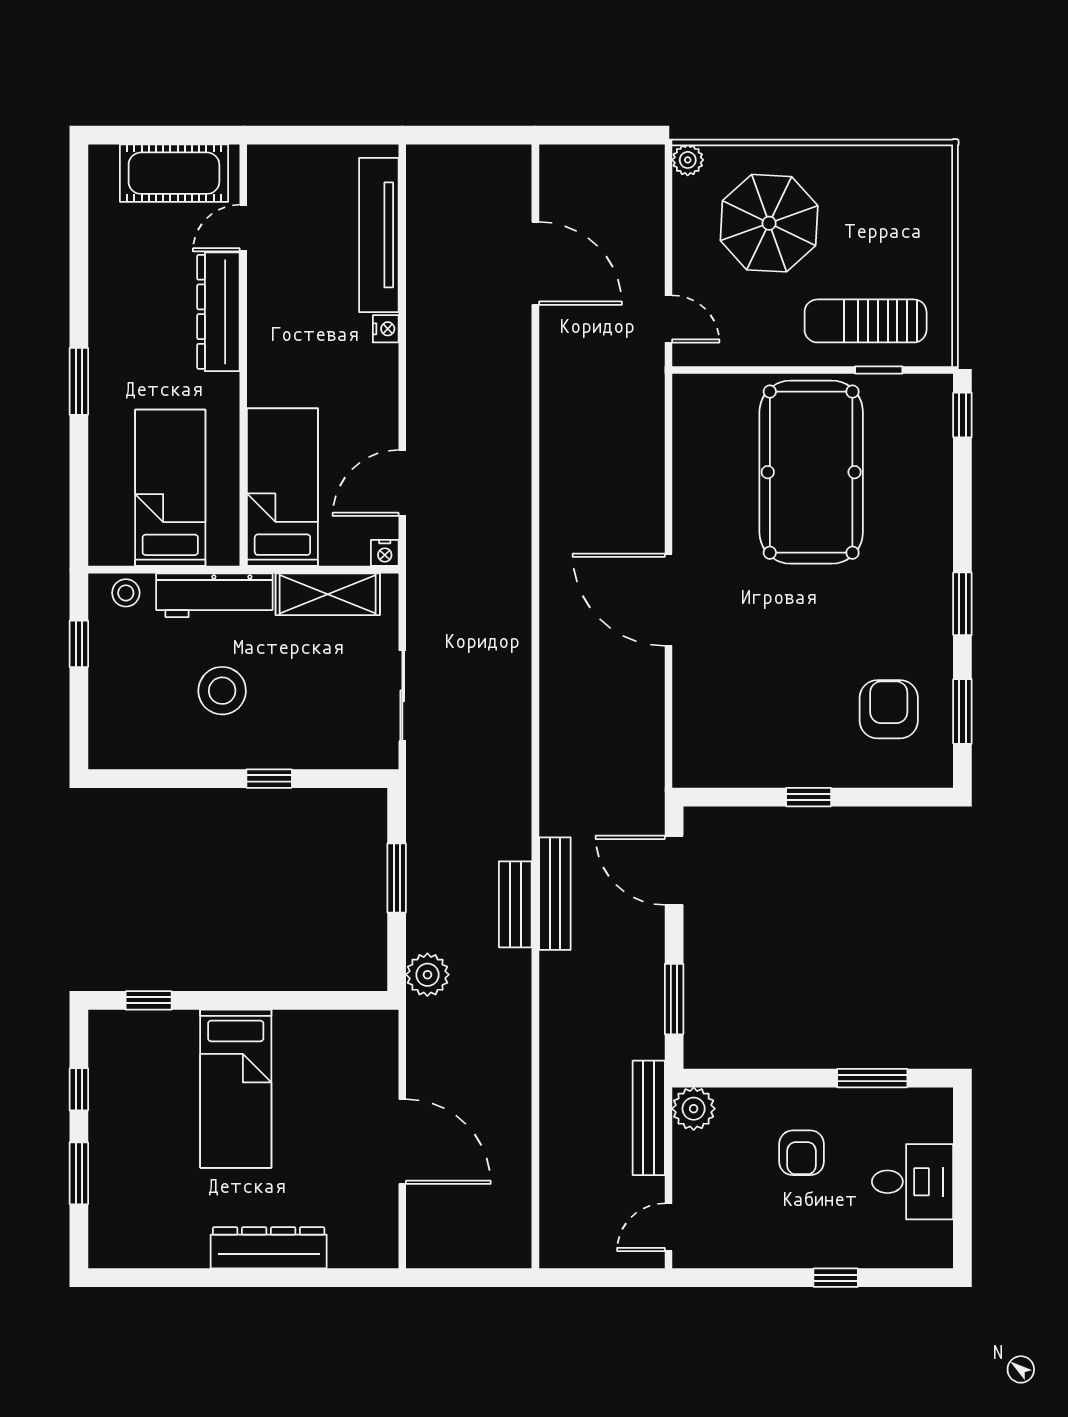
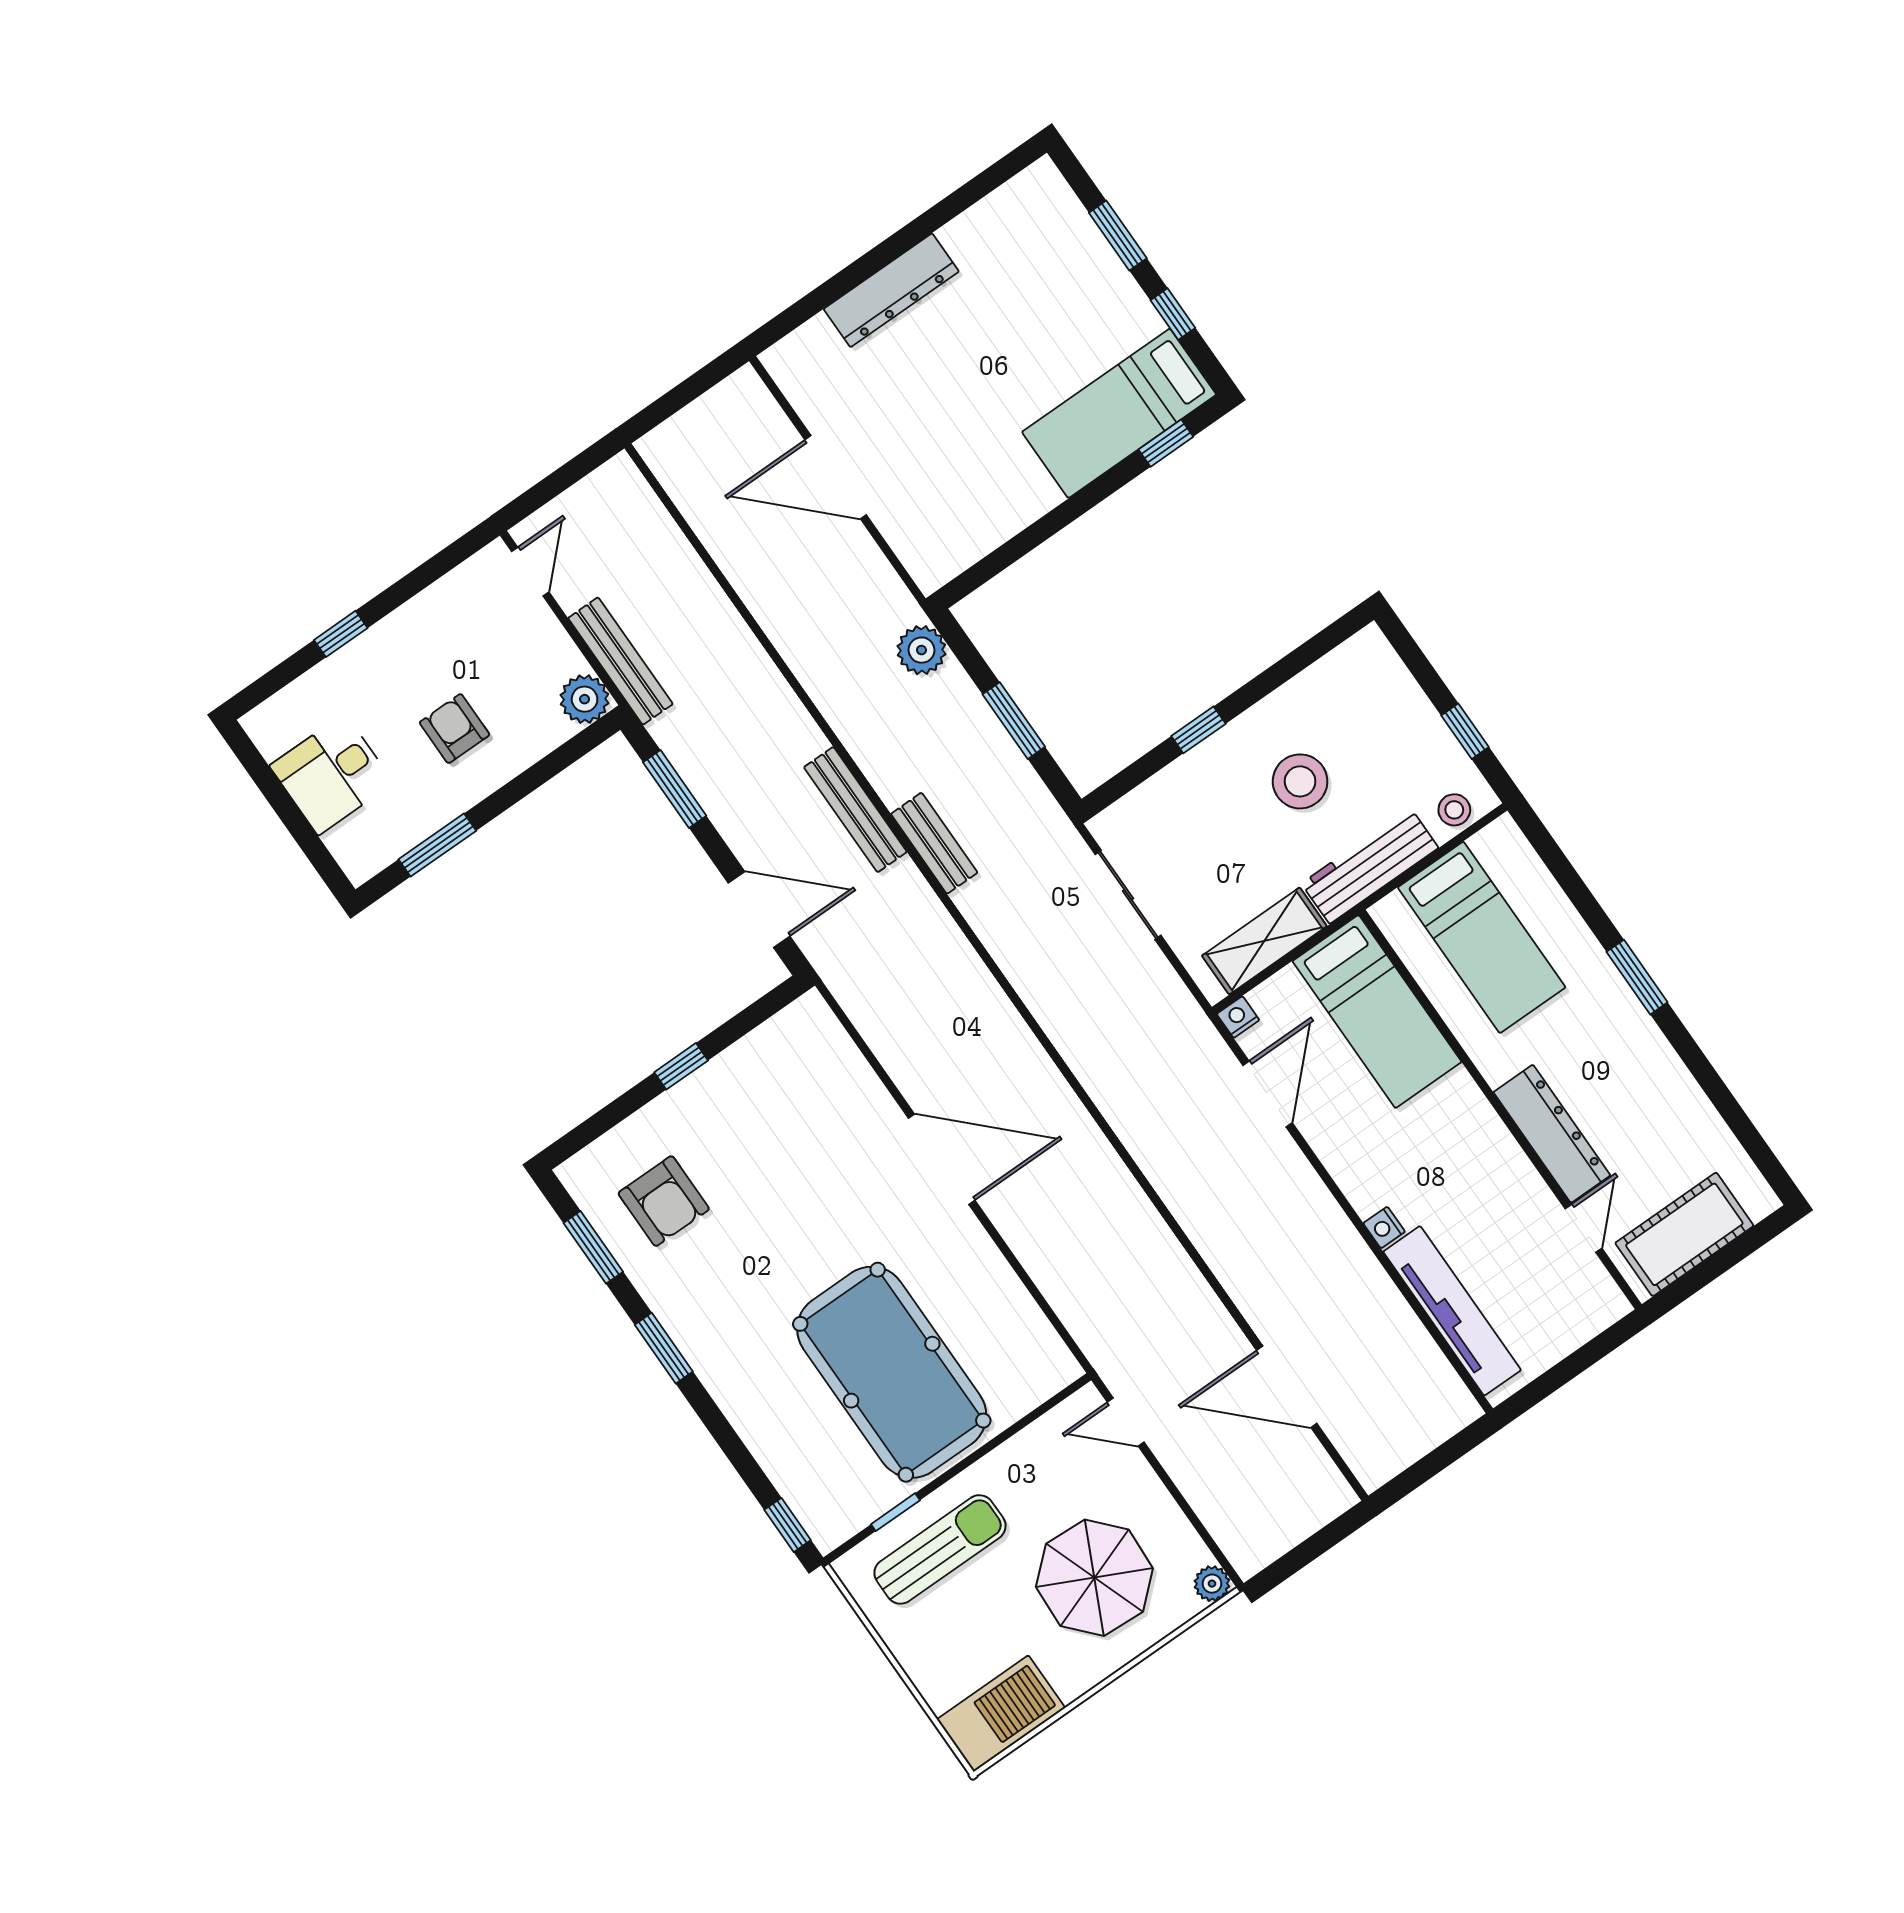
barbecue: (904, 173) -> (1001, 1714), added
bench: (515, 904) -> (934, 843), moved
bed: (236, 1089) -> (1119, 413), moved, turned -90

